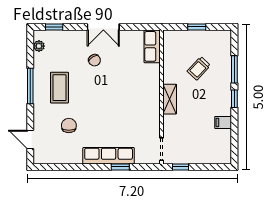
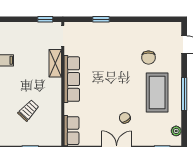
coffee table: (59, 88) -> (157, 92), width x1.36, depth x1.32
shelving: (170, 99) -> (55, 63), moved
row of seats: (109, 156) -> (72, 79), moved, turned -90

